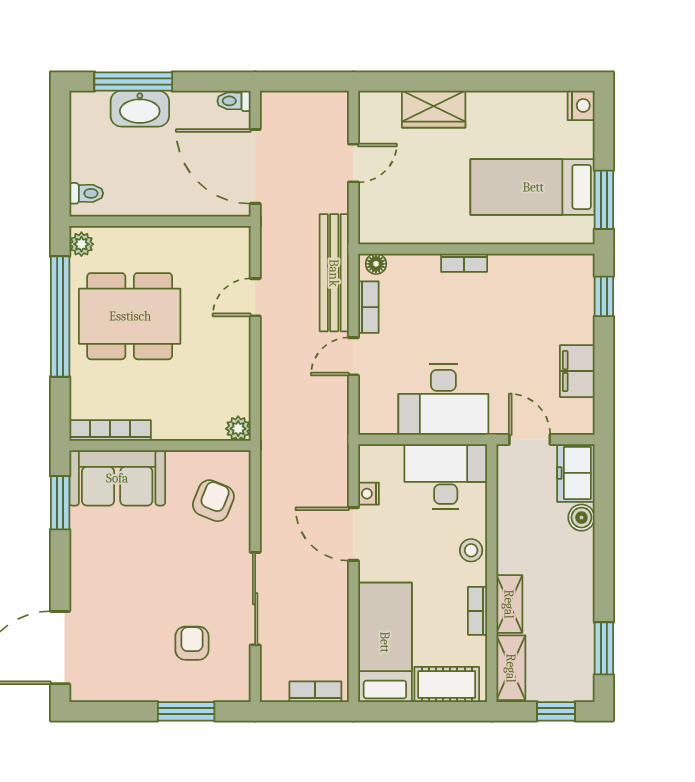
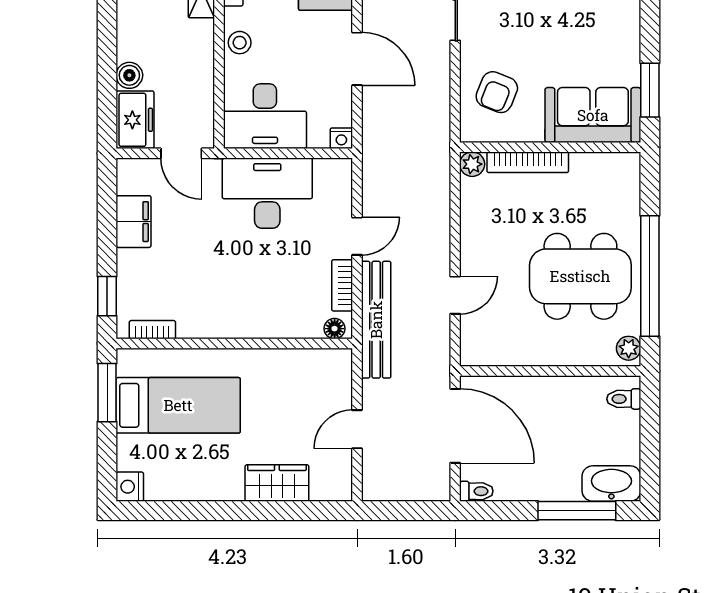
washbasin: (140, 109) -> (611, 484), moved
bookcase: (464, 263) -> (152, 330), moved
bookcase: (110, 431) -> (528, 162), moved
nightstand: (369, 494) -> (341, 138), moved, turned 90

